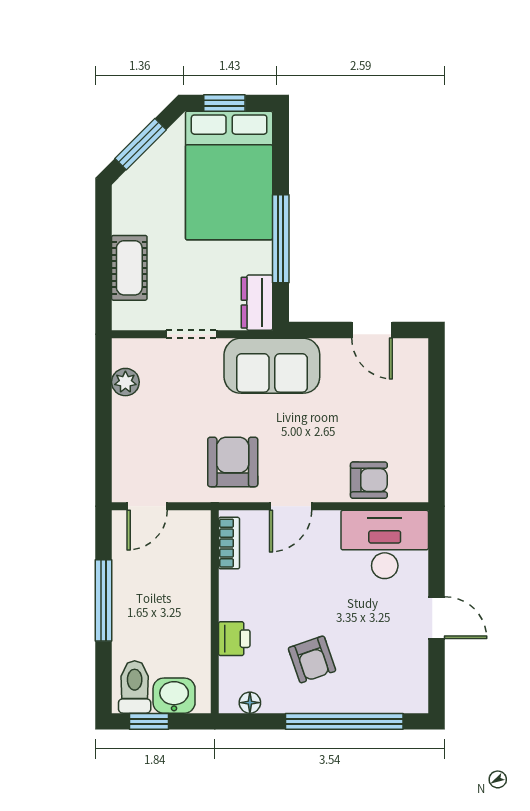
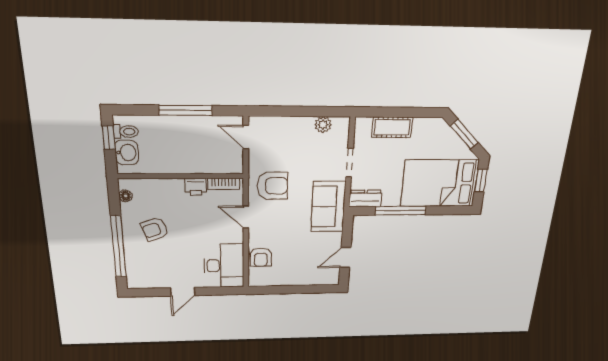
printer: (234, 639) -> (196, 187), moved
toilet: (135, 687) -> (126, 132), width x0.73, depth x0.72

